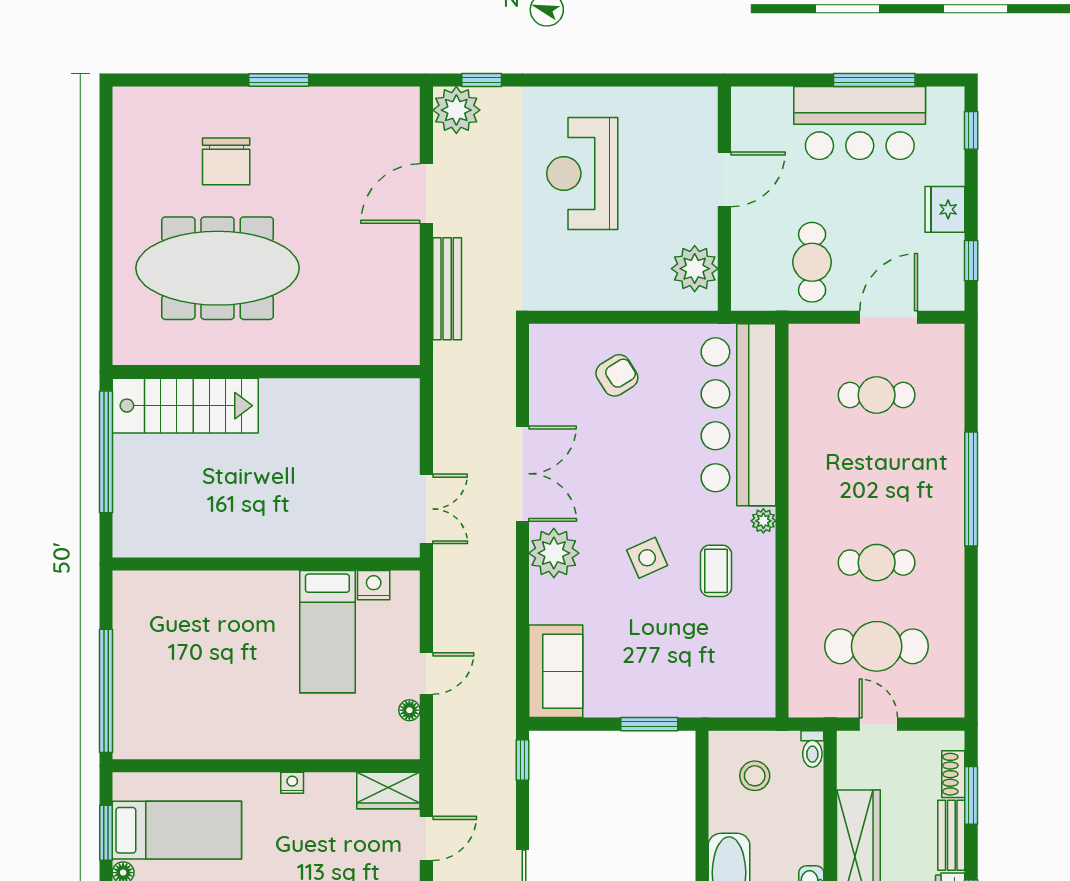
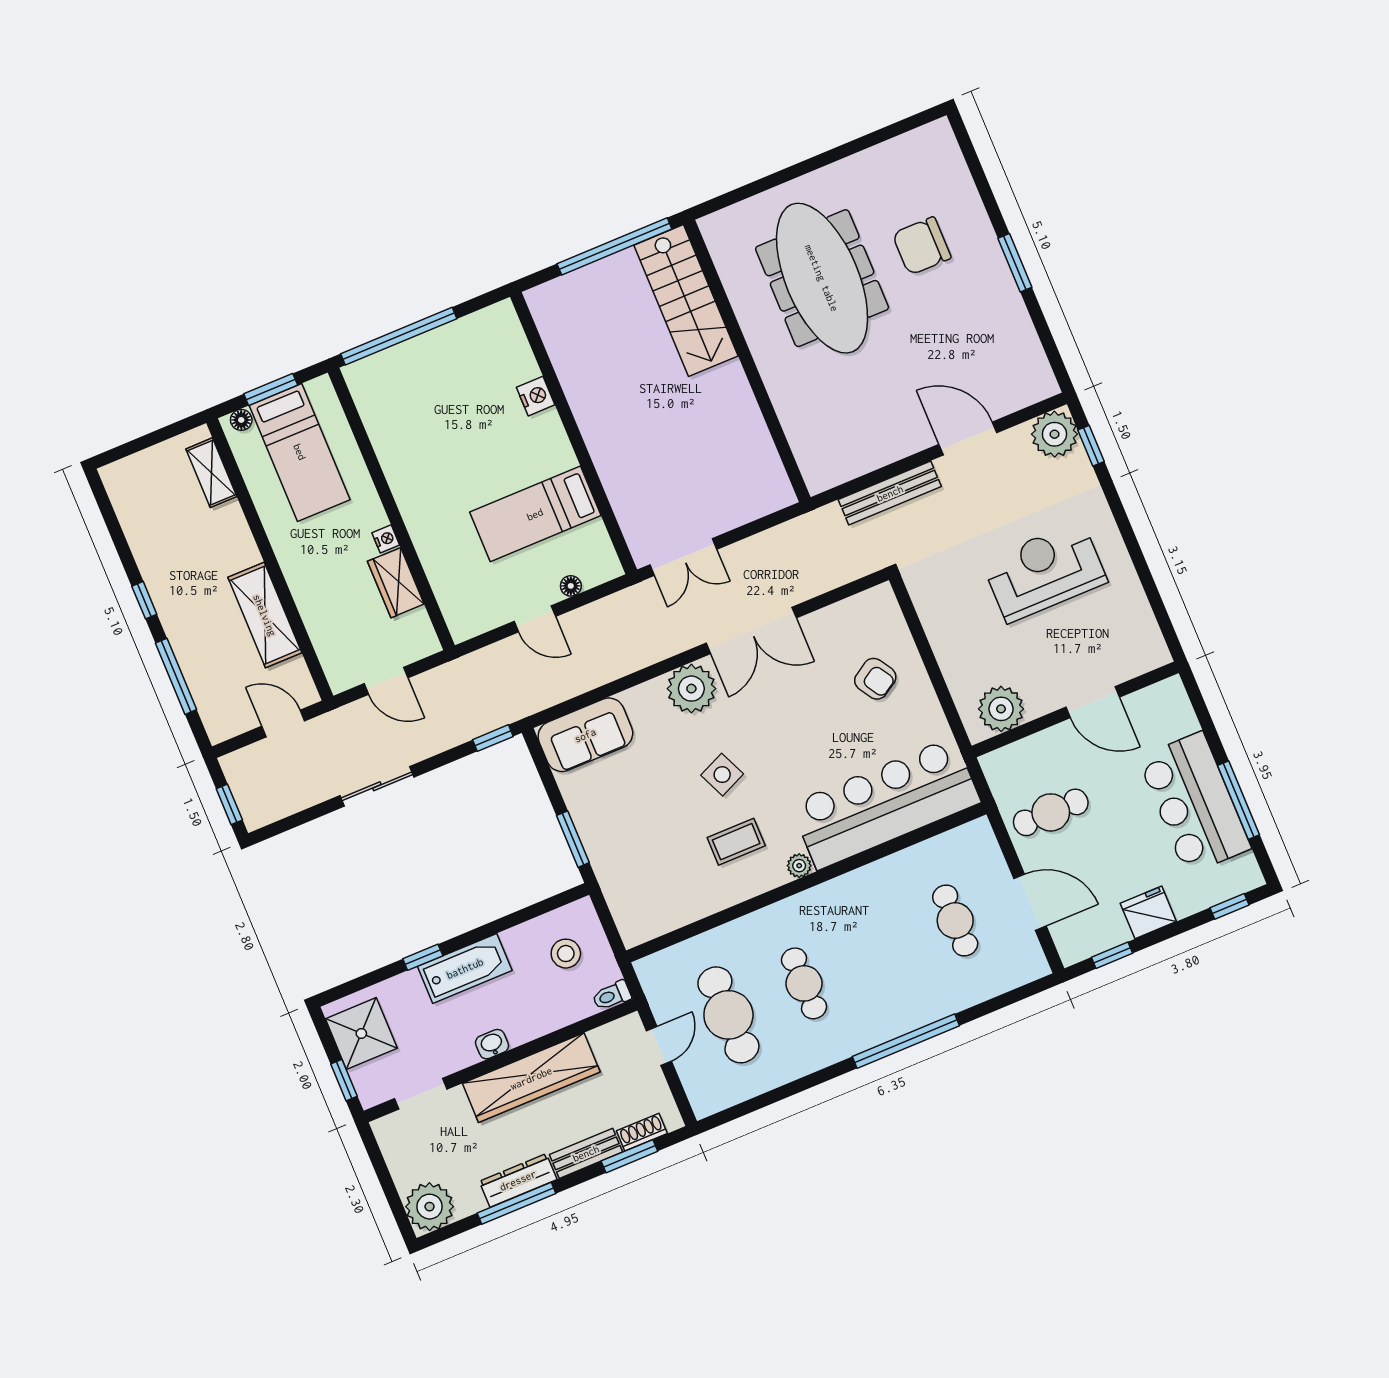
nightstand: (374, 585) -> (536, 396), moved
floor lamp: (409, 710) -> (571, 586), moved
wardrobe: (388, 790) -> (396, 583), moved

